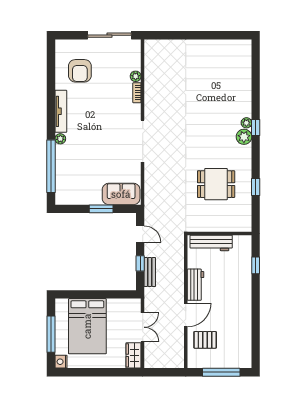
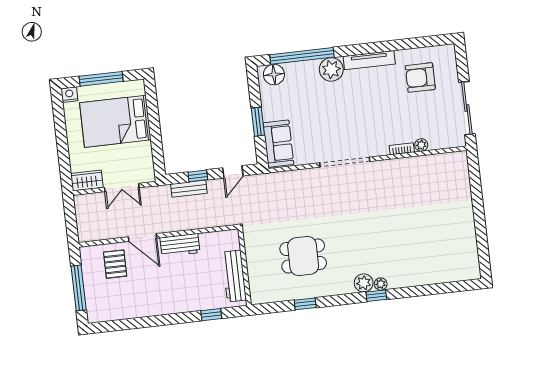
plant: (60, 139) -> (331, 69), width x1.87, depth x1.87
dining table: (216, 184) -> (303, 256), turned 90
floor lamp: (64, 191) -> (274, 75), added
workbench: (211, 243) -> (234, 276), moved

